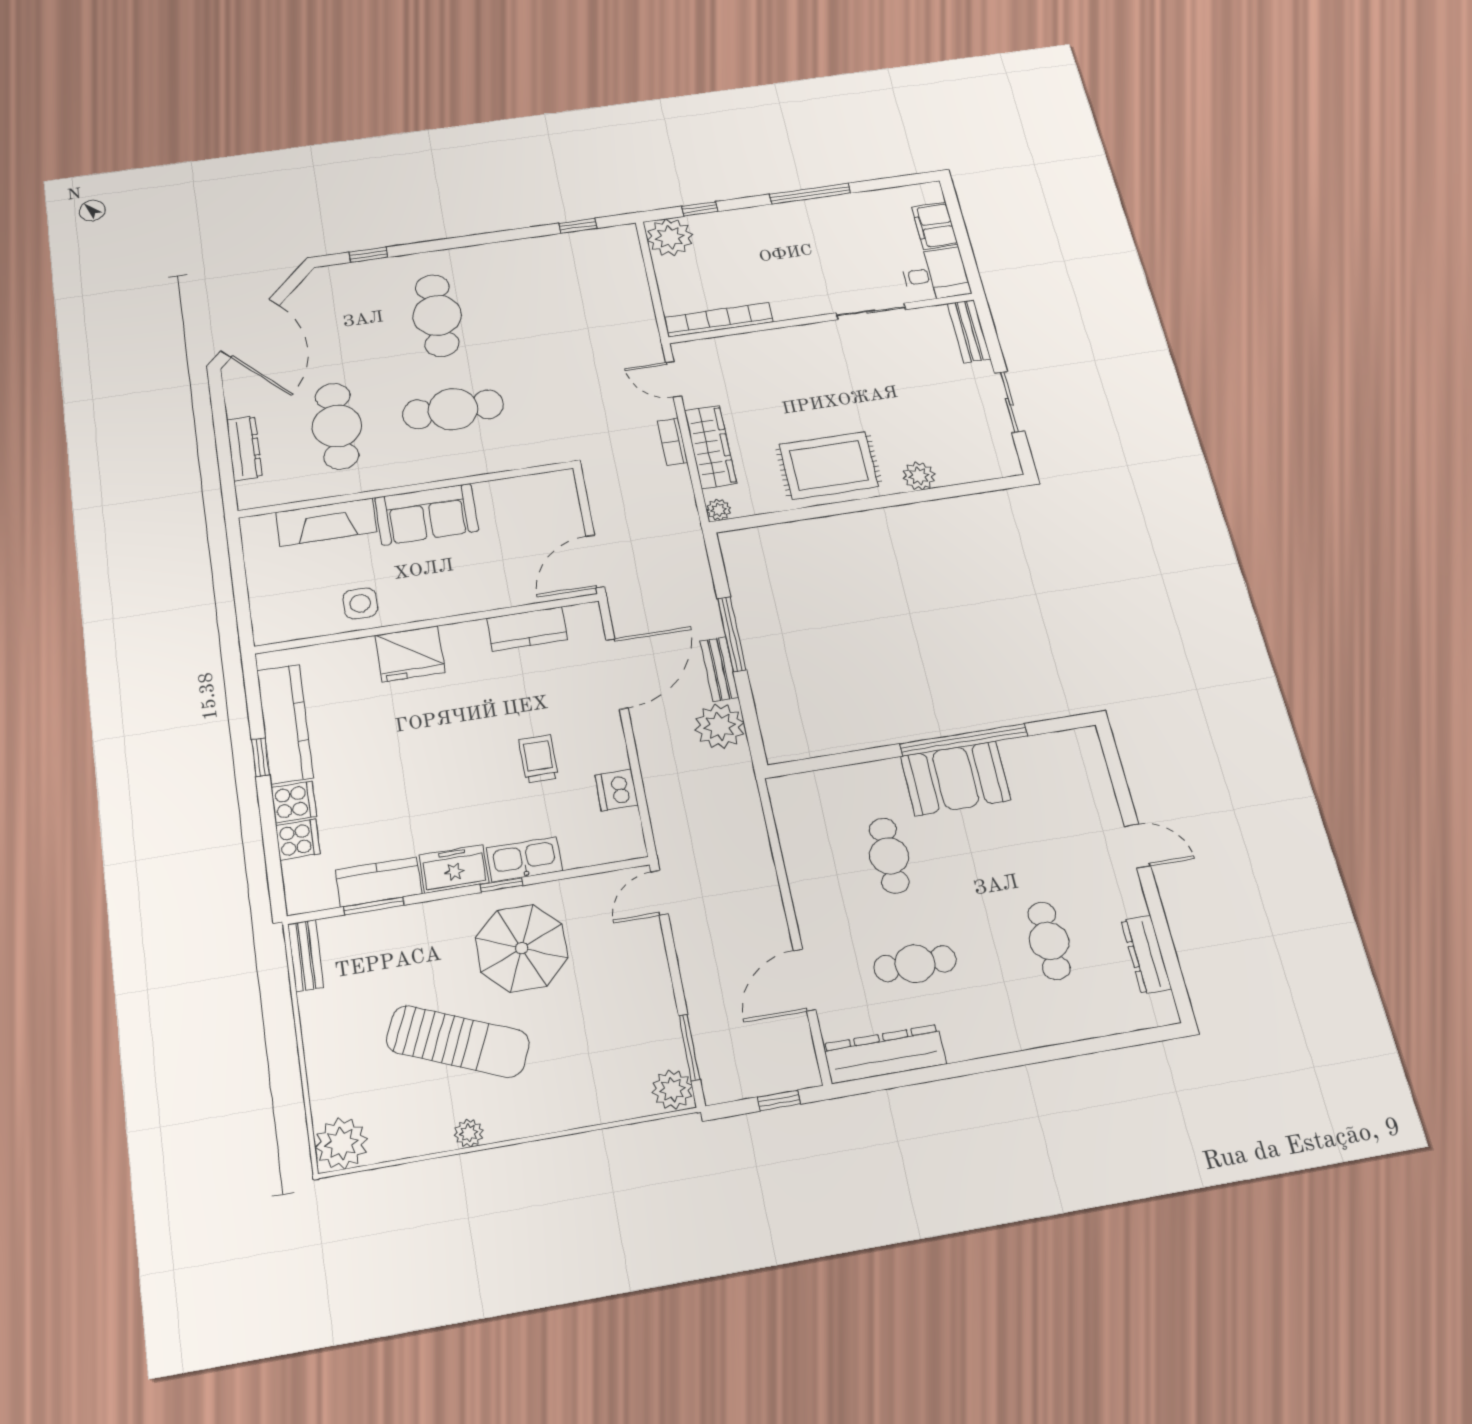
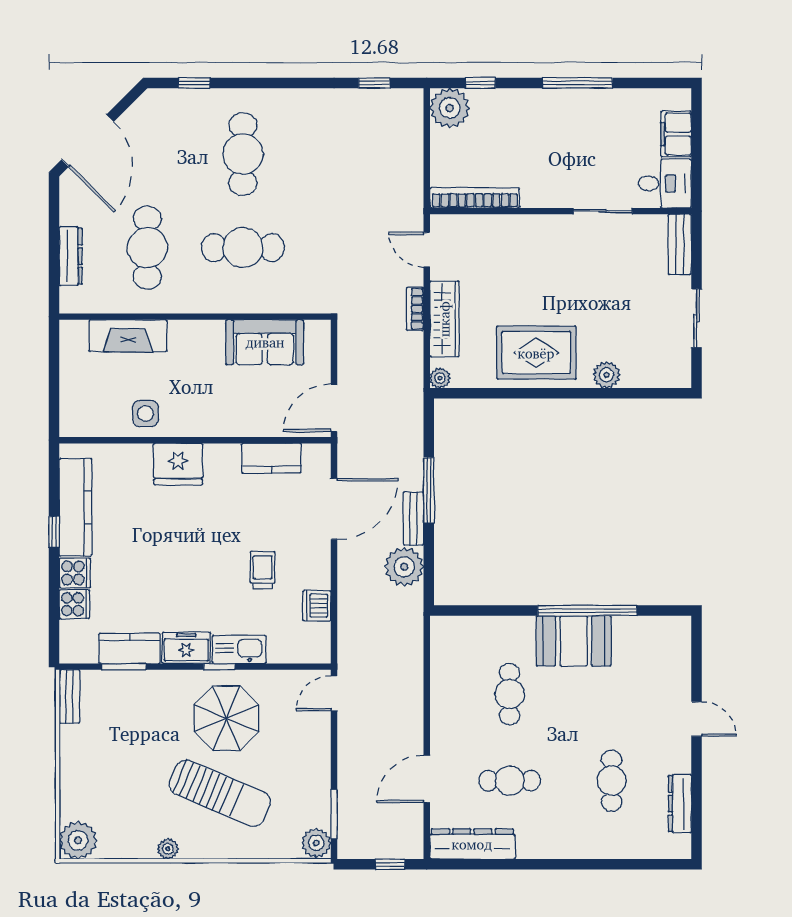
sofa: (427, 514) -> (265, 342), moved
sun lounger: (458, 1041) -> (220, 793), moved

